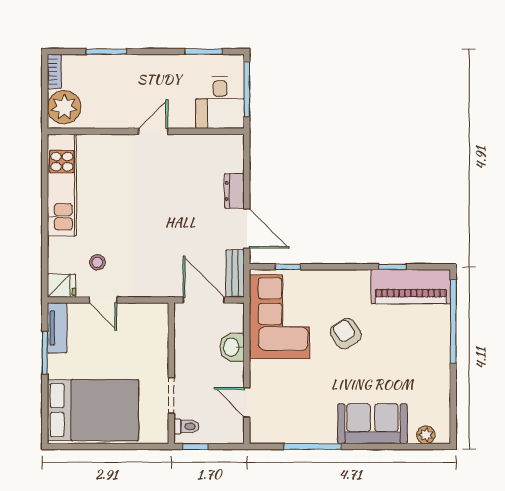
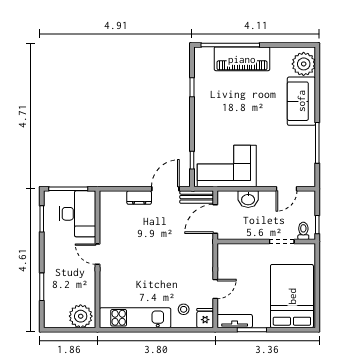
bookcase: (54, 71) -> (56, 323), removed
desk: (220, 103) -> (78, 214), width x1.37
stool: (97, 262) -> (184, 309), moved
piano: (411, 287) -> (242, 59), moved, turned 90
armchair: (346, 334) -> (239, 120), removed
plant: (426, 435) -> (304, 64), width x1.87, depth x1.87

